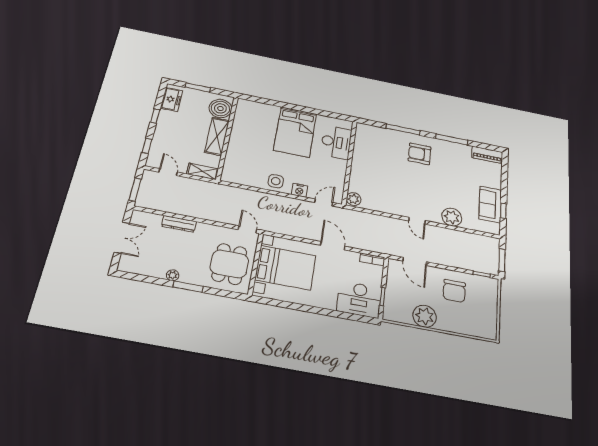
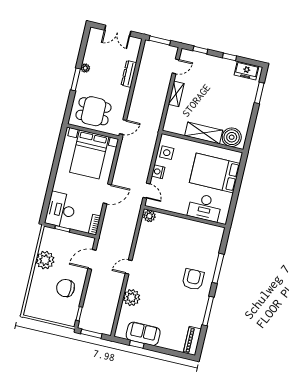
boiler: (220, 108) -> (232, 137), moved
shelving: (217, 136) -> (204, 133), moved
wall: (227, 138) -> (202, 141), moved

